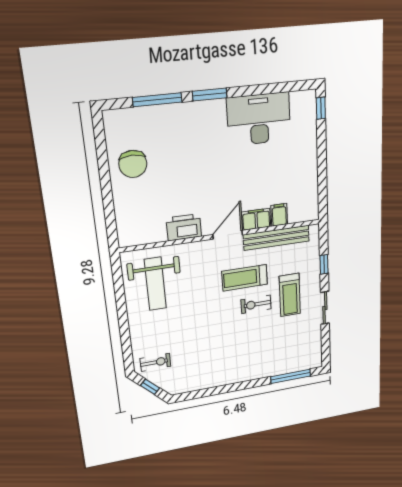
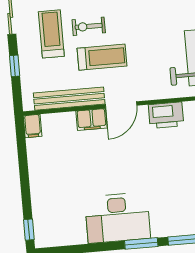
desk: (259, 119) -> (118, 218), moved
filing cabinet: (279, 215) -> (33, 126), moved
exercise bike: (256, 304) -> (89, 26), turned 180

